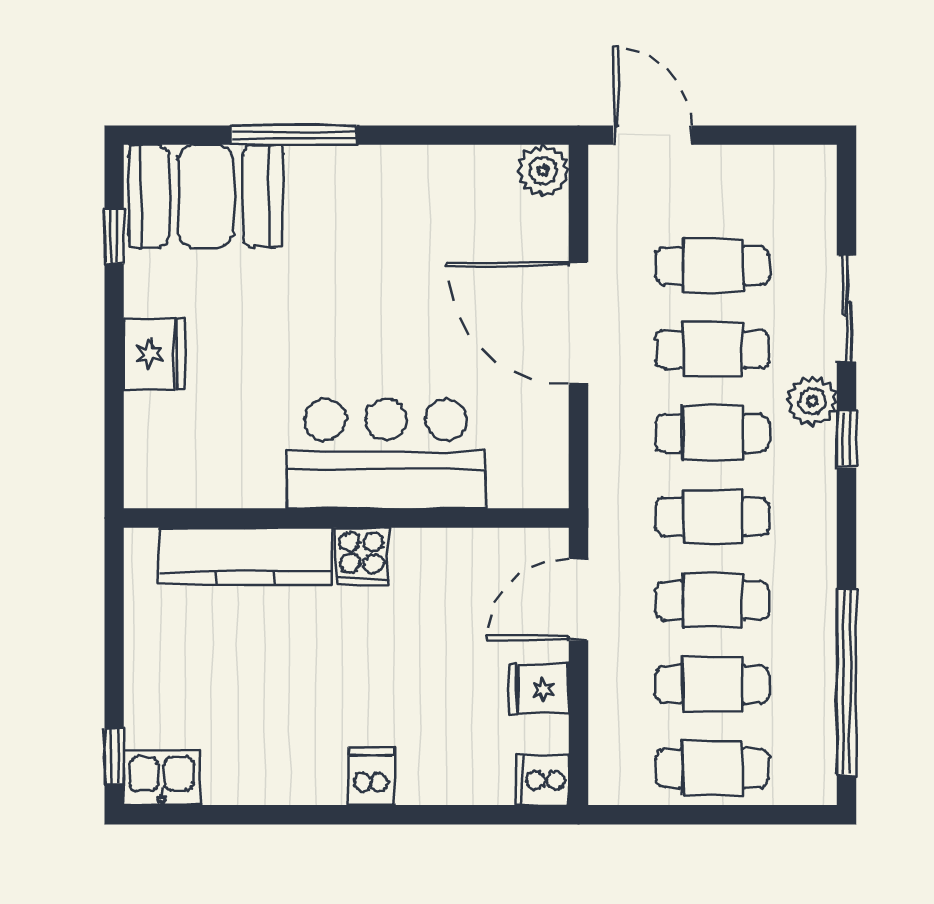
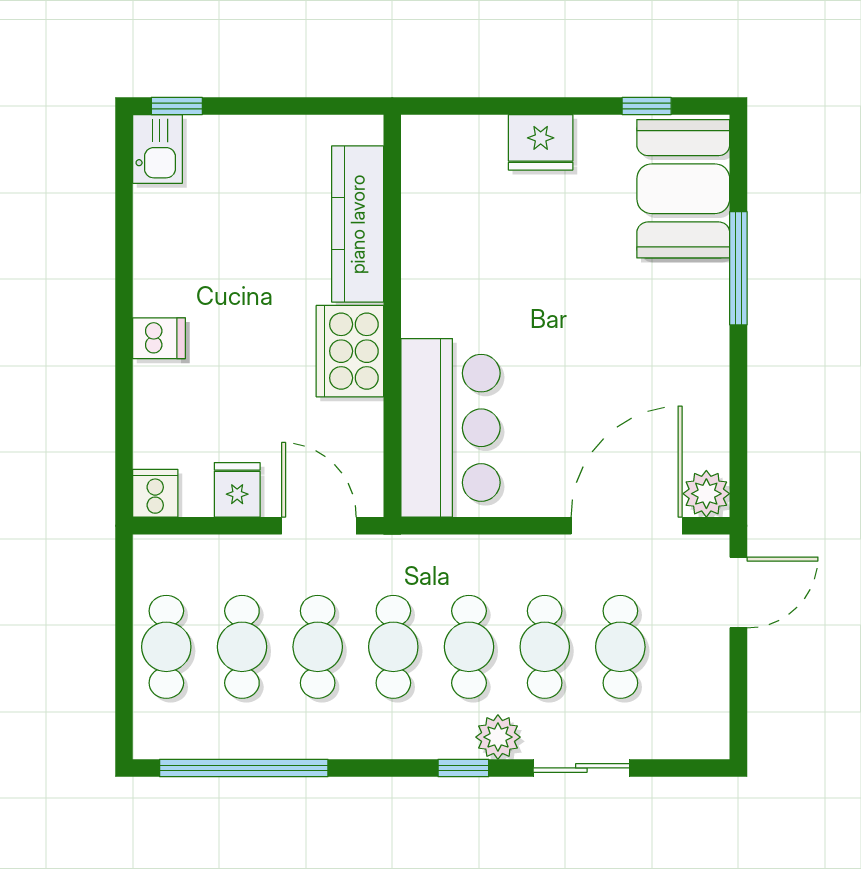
door: (578, 324) -> (627, 526), moved
bar counter: (386, 454) -> (450, 428), moved
cooker: (362, 556) -> (350, 351), width x1.87, depth x1.31

